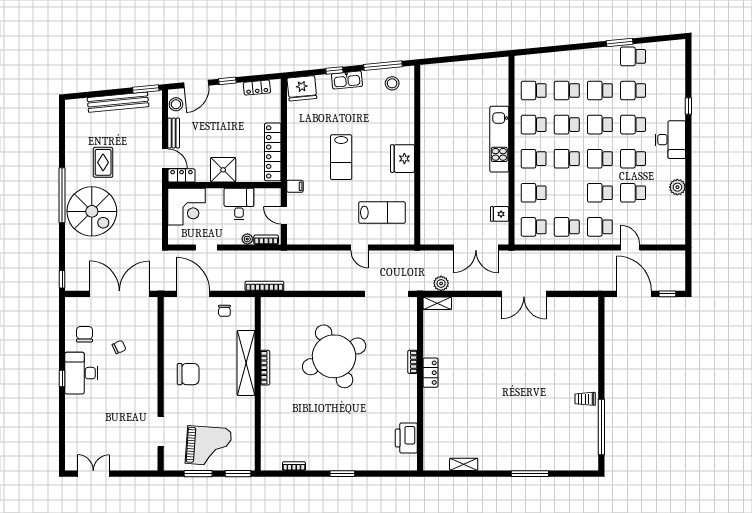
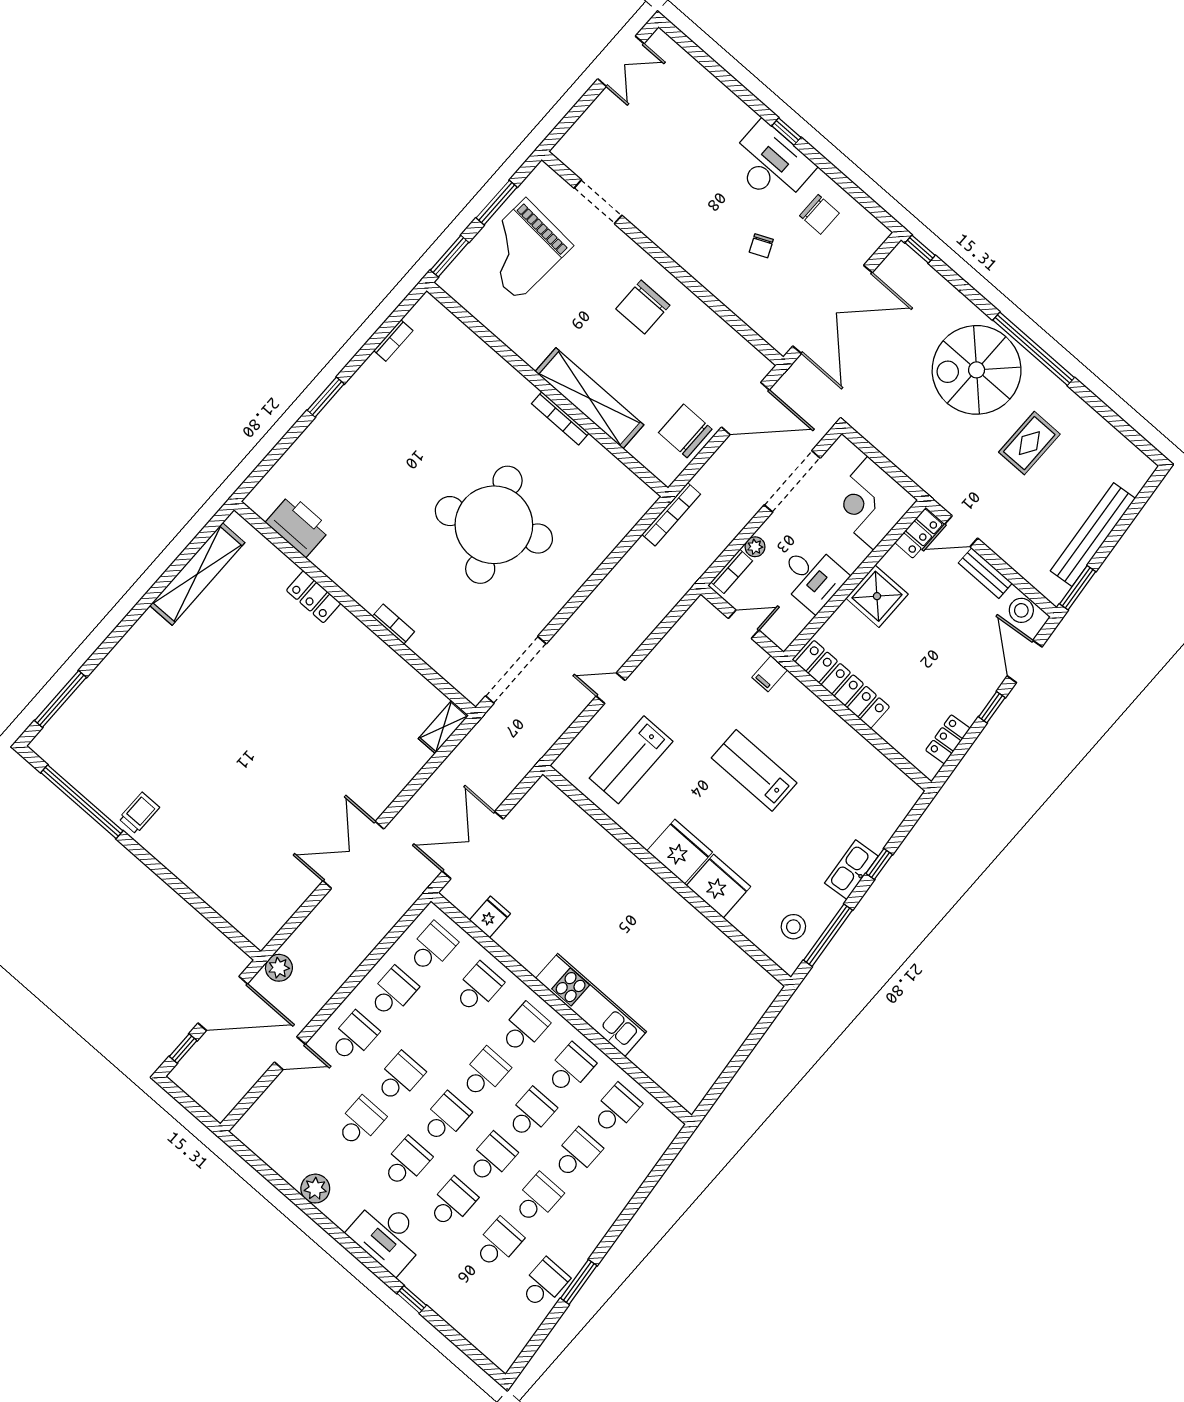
fridge: (302, 88) -> (718, 886), moved, turned 96
rug: (103, 162) -> (1029, 443), turned 90
doorway: (206, 247) -> (792, 481), width x1.87
plant: (441, 283) -> (279, 968), moved
chair: (224, 311) -> (685, 431), width x1.87, depth x1.87
locker: (430, 373) -> (314, 597), moved
shelving: (464, 464) -> (197, 574), width x2.20, depth x1.33
window: (530, 474) -> (61, 699), moved

